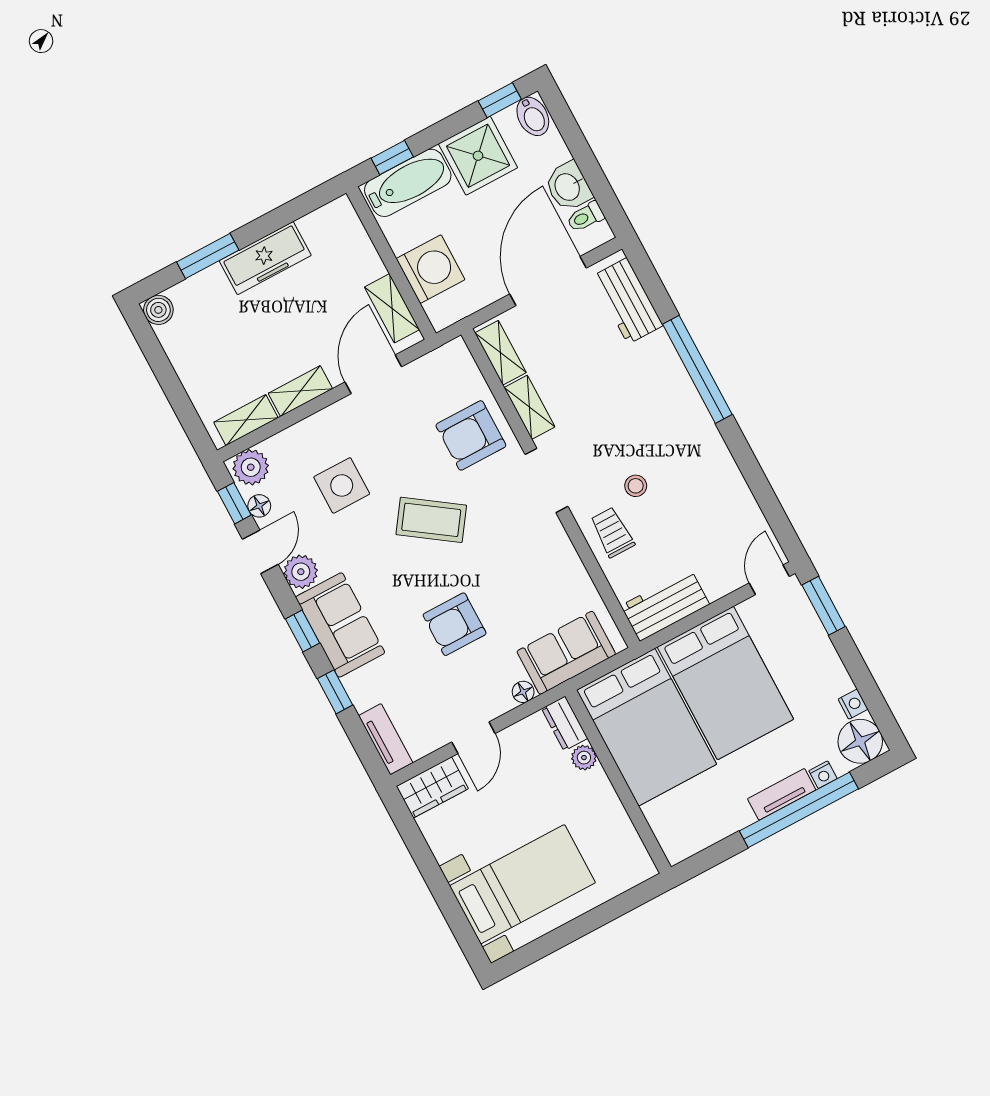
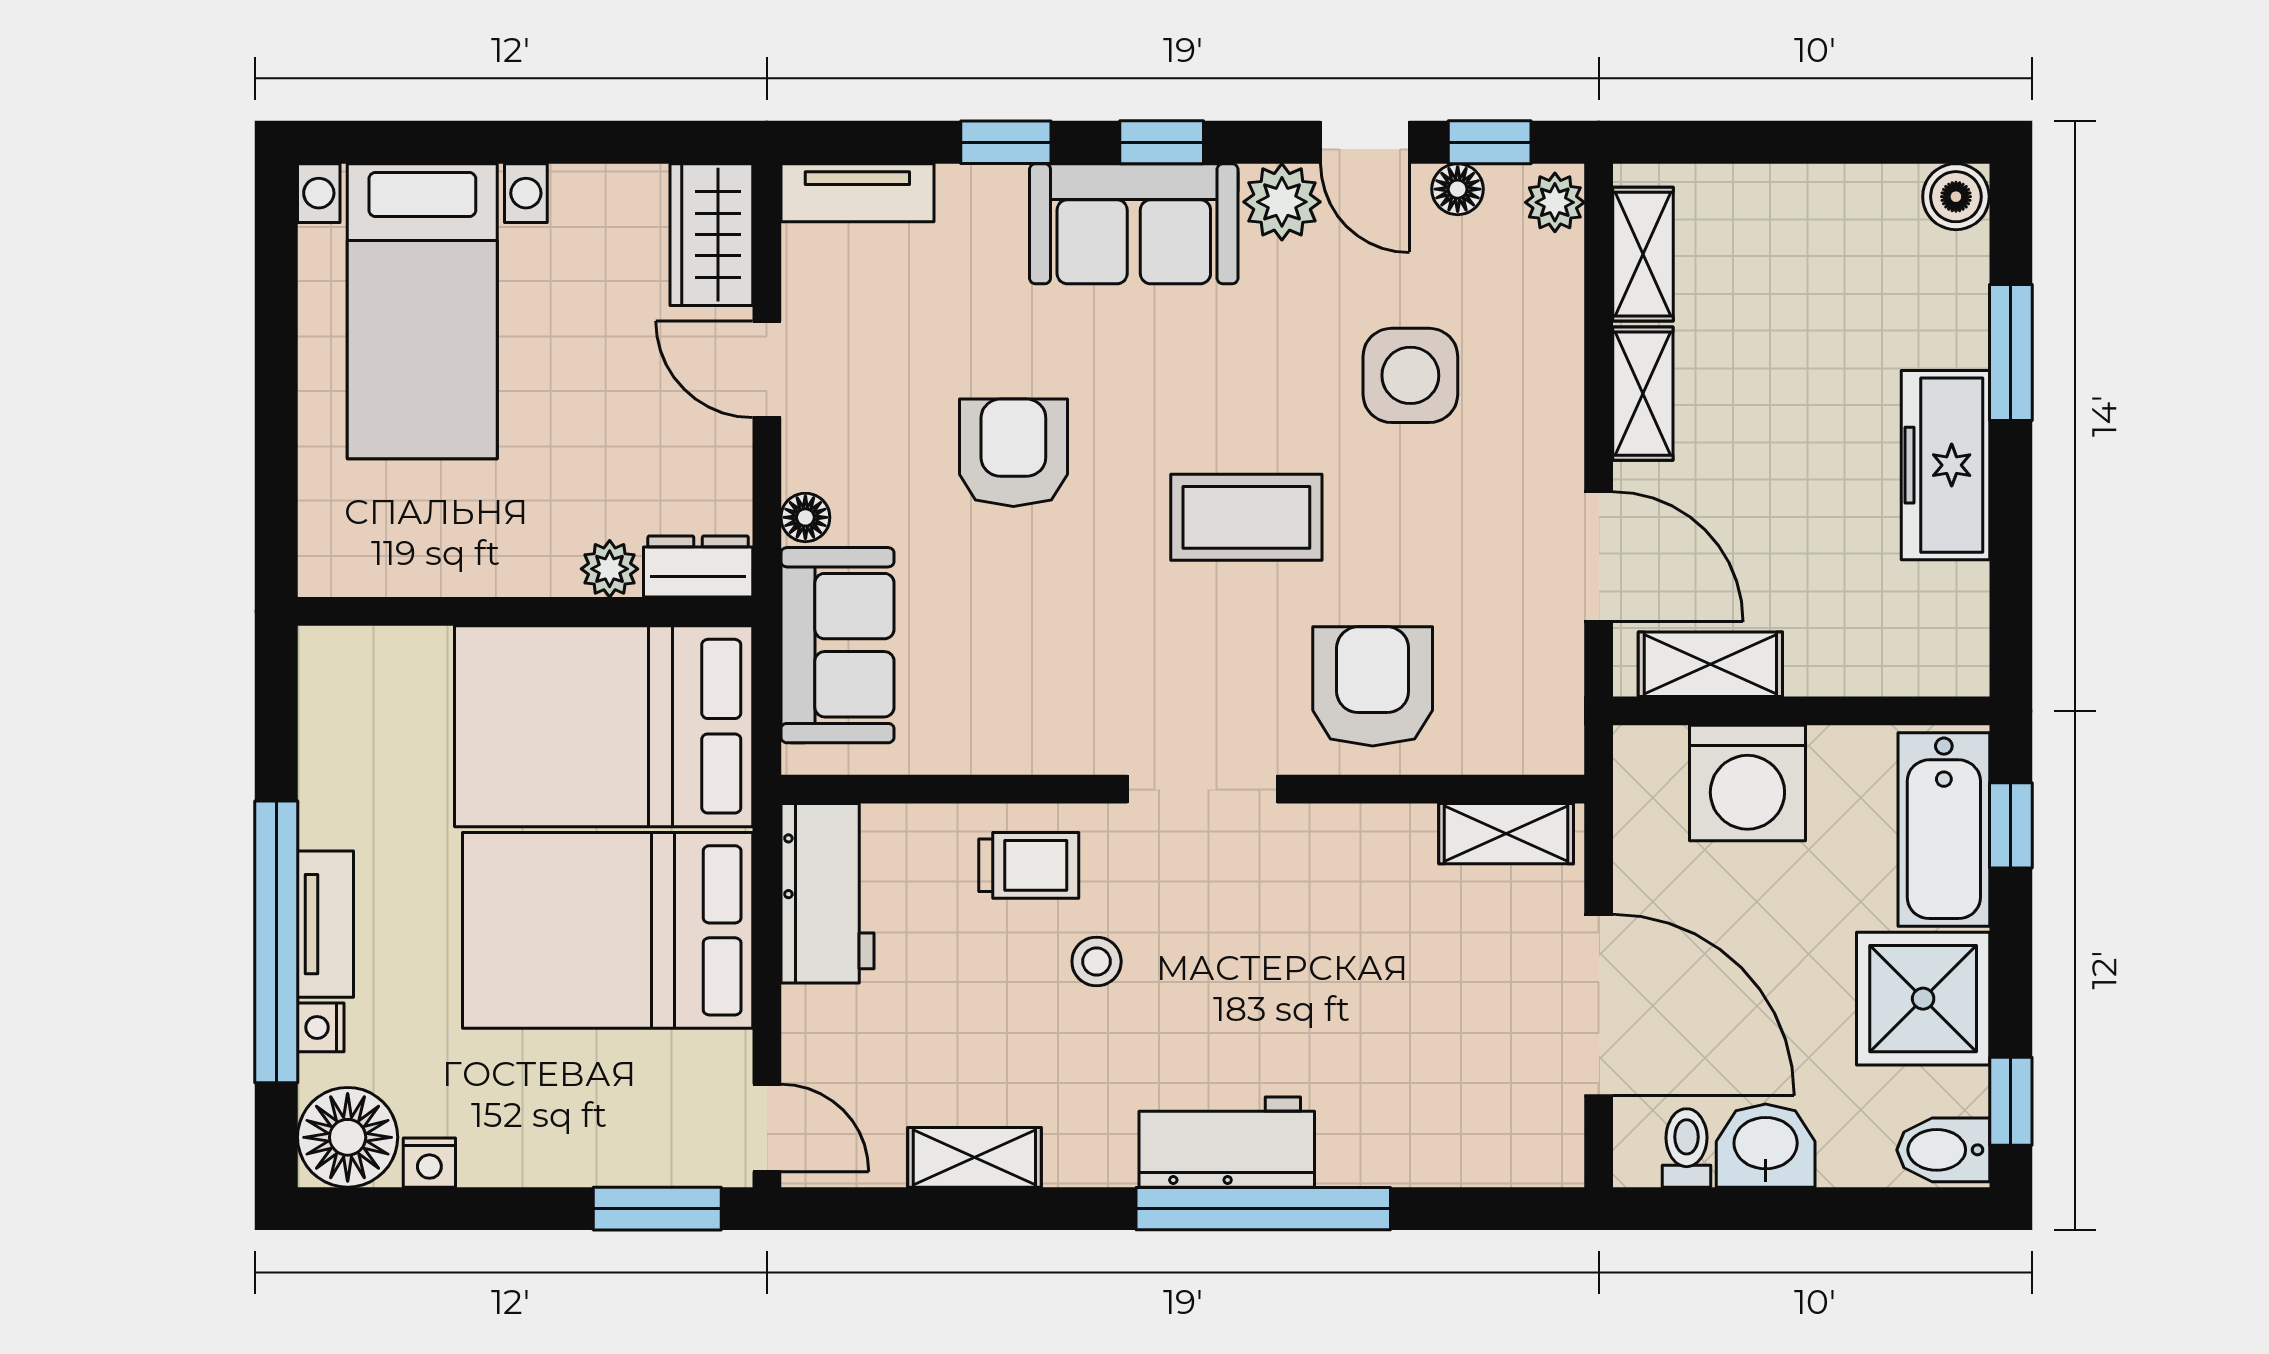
workbench: (627, 301) -> (1227, 1142), moved
shelving: (529, 407) -> (974, 1157), moved
plant: (251, 467) -> (1555, 202), width x0.73, depth x0.73
coffee table: (431, 520) -> (1246, 517), turned 55

